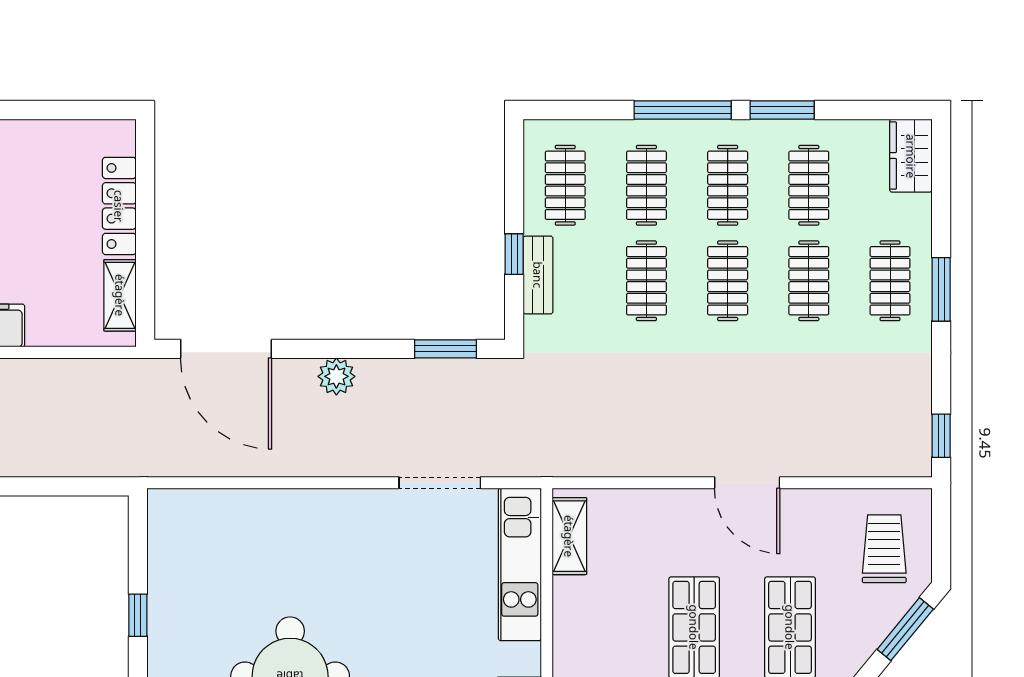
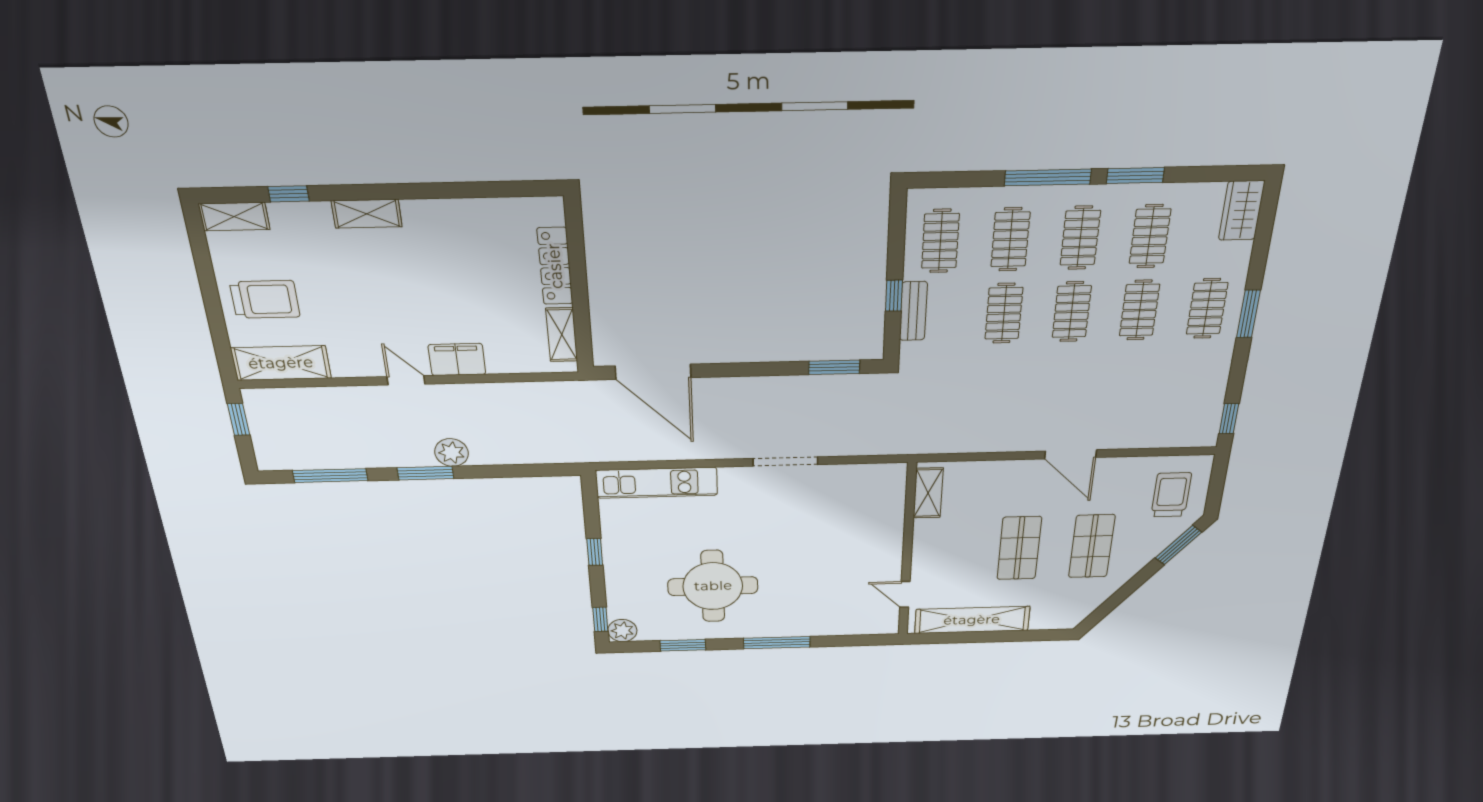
plant: (336, 376) -> (745, 389), removed
doorway: (440, 483) -> (785, 462), moved
kitchen unit: (520, 564) -> (657, 483), moved, turned -90

